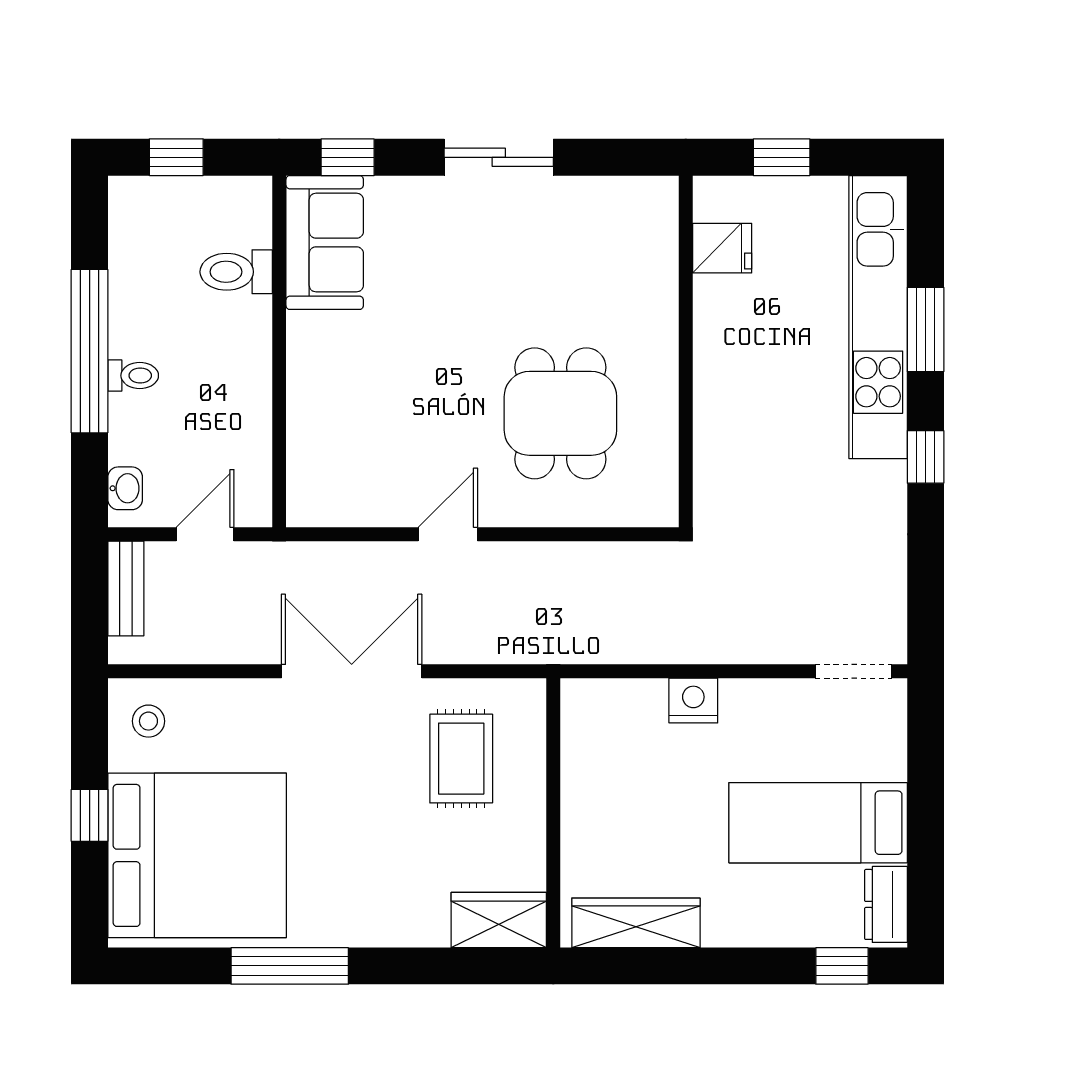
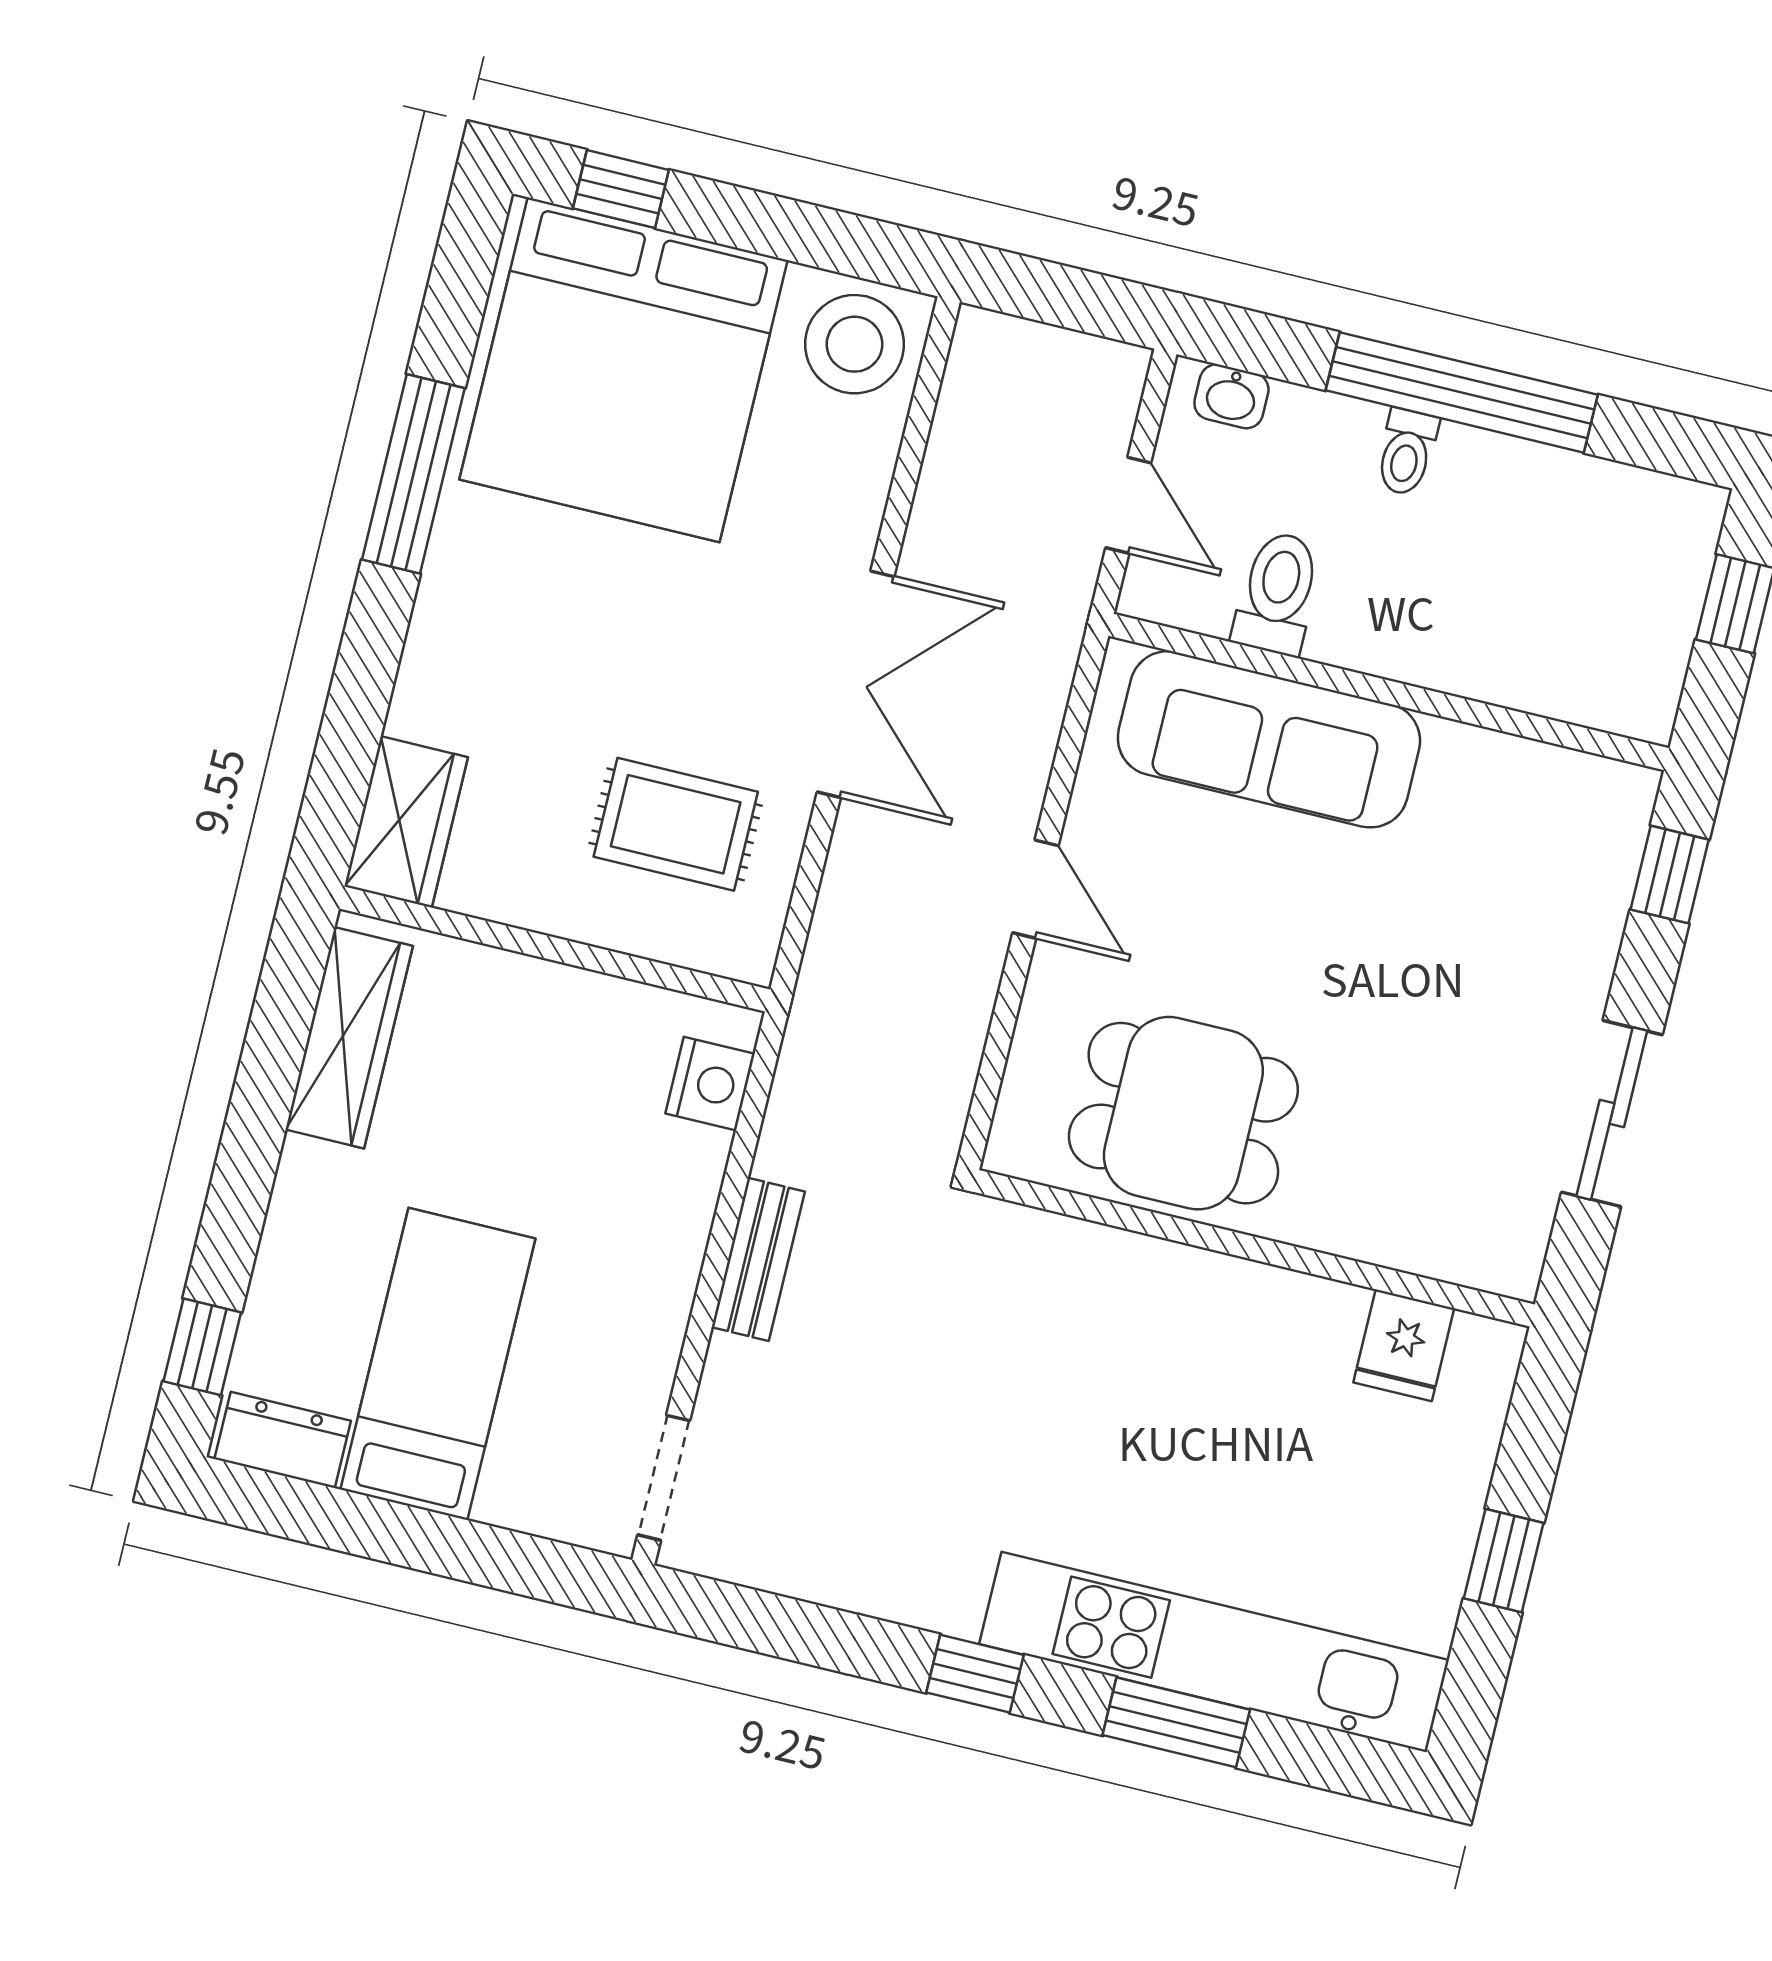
sofa: (325, 243) -> (1269, 739), moved, width x1.36
fridge: (722, 248) -> (1404, 1345), moved
toilet: (236, 272) -> (1277, 593), moved
wall: (686, 351) -> (1254, 1248), moved
bench: (126, 588) -> (758, 1259), moved, turned 90
nightstand: (693, 701) -> (710, 1084), moved
stool: (148, 721) -> (855, 344), width x1.89, depth x1.89
window: (90, 815) -> (621, 189), moved

